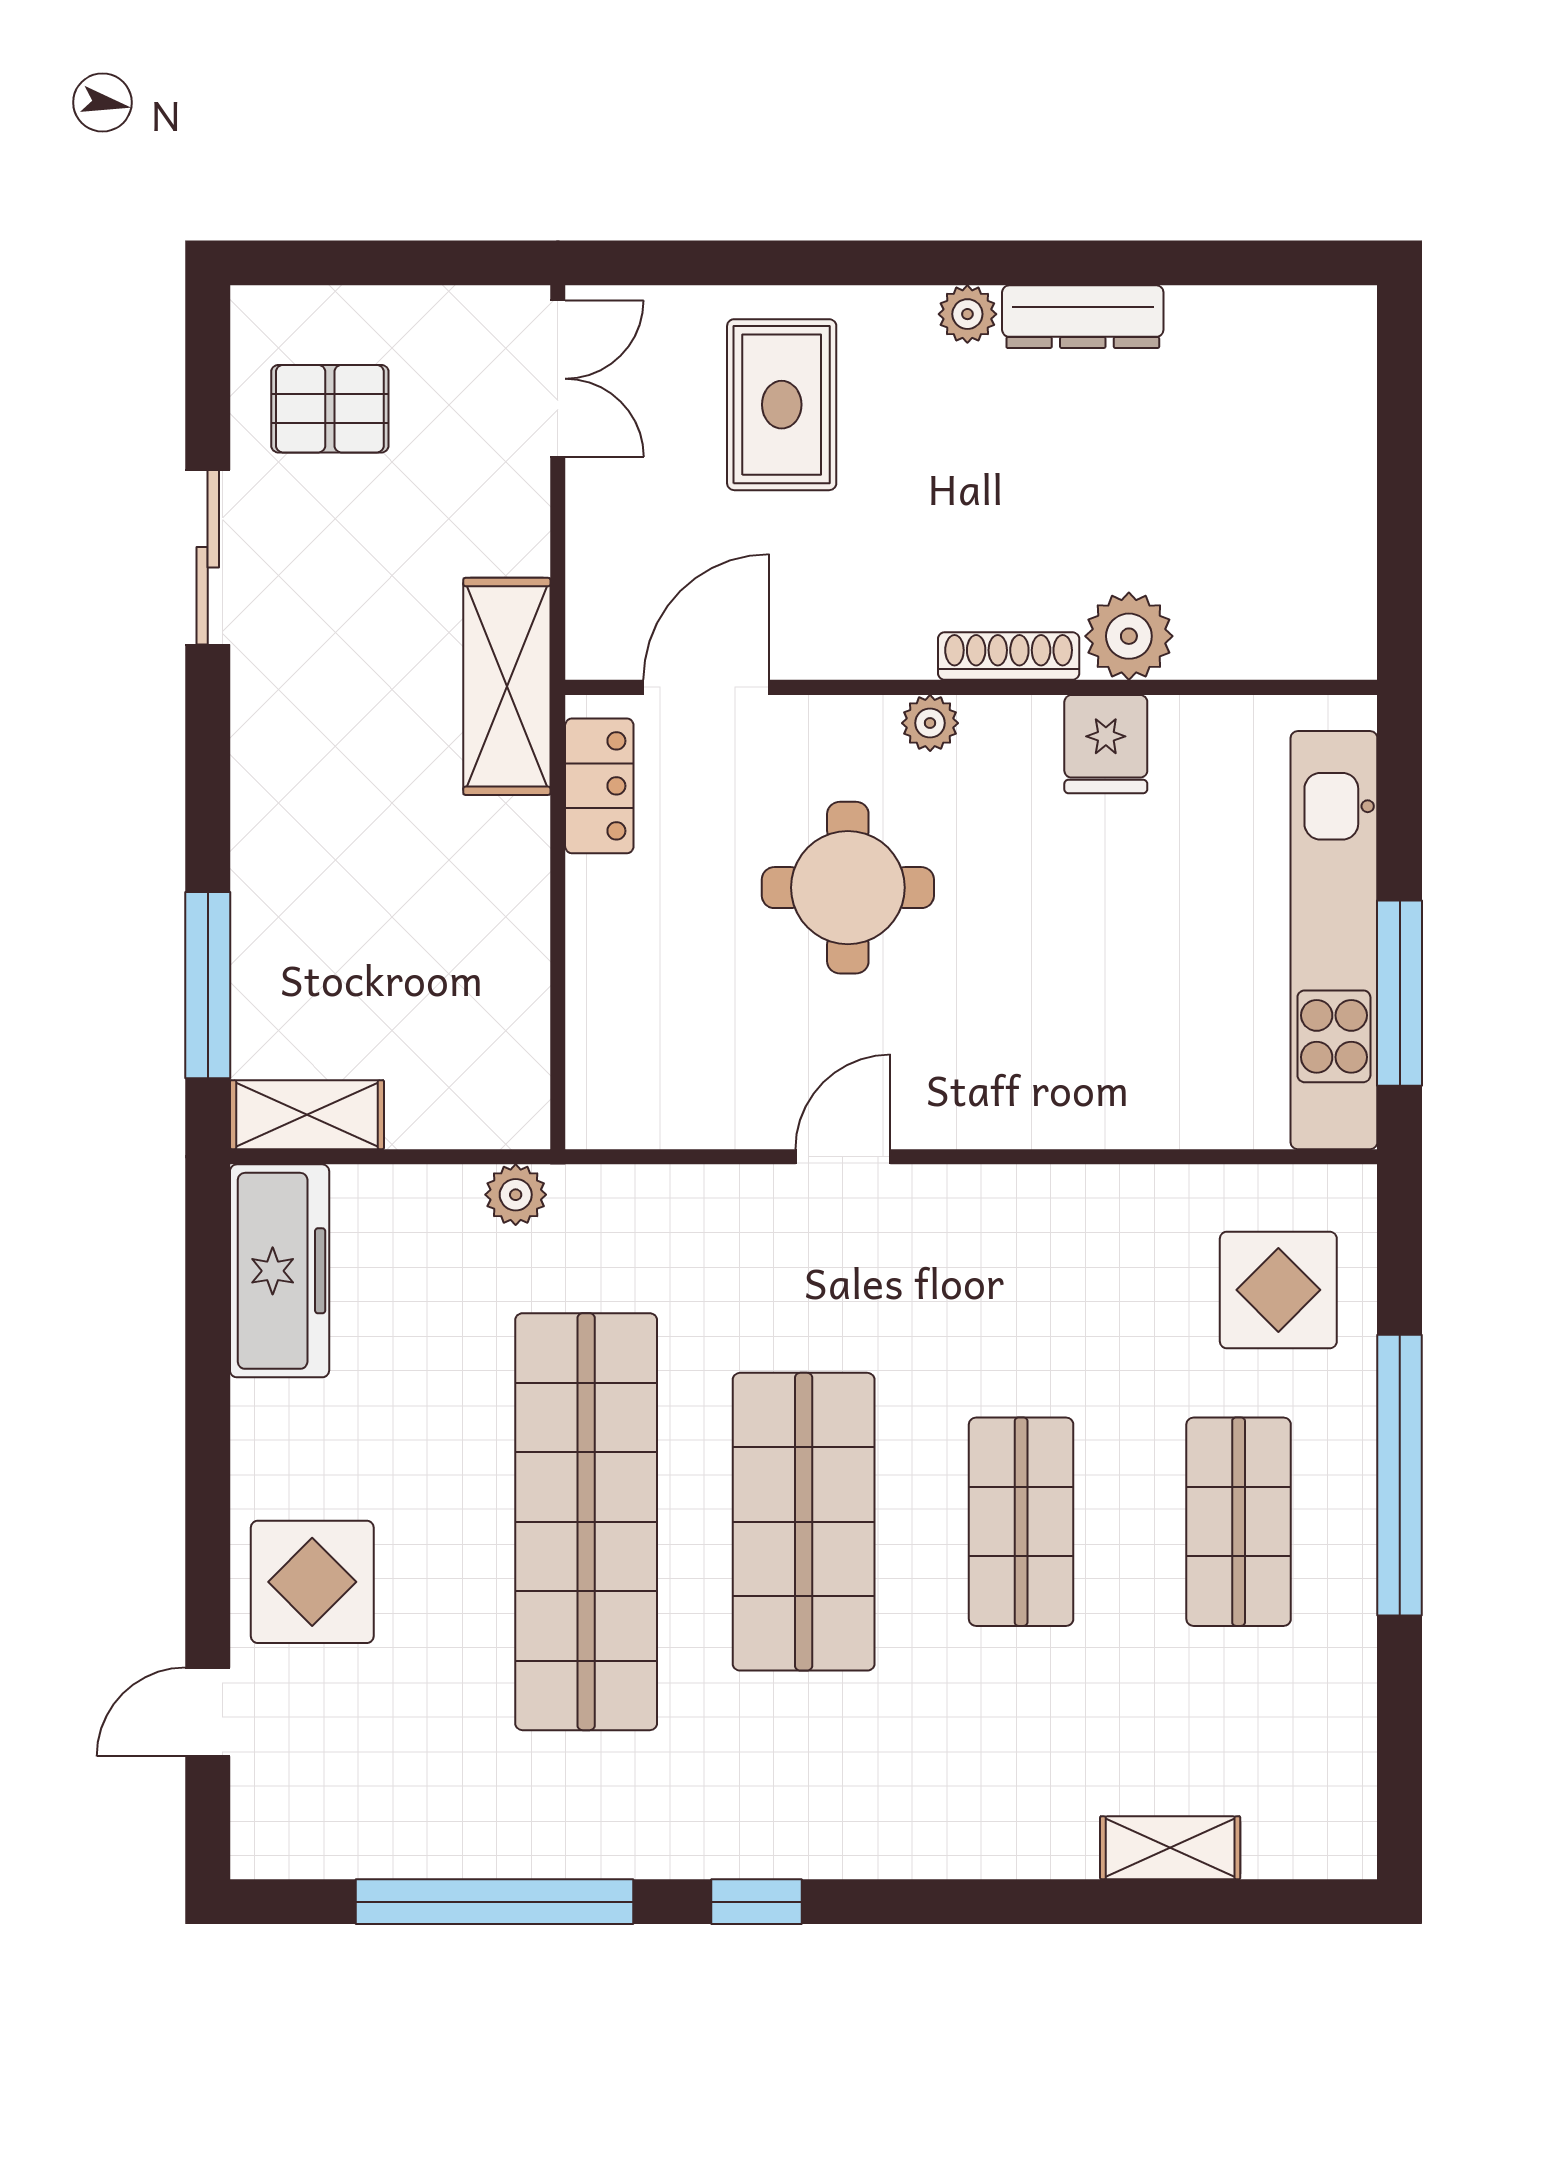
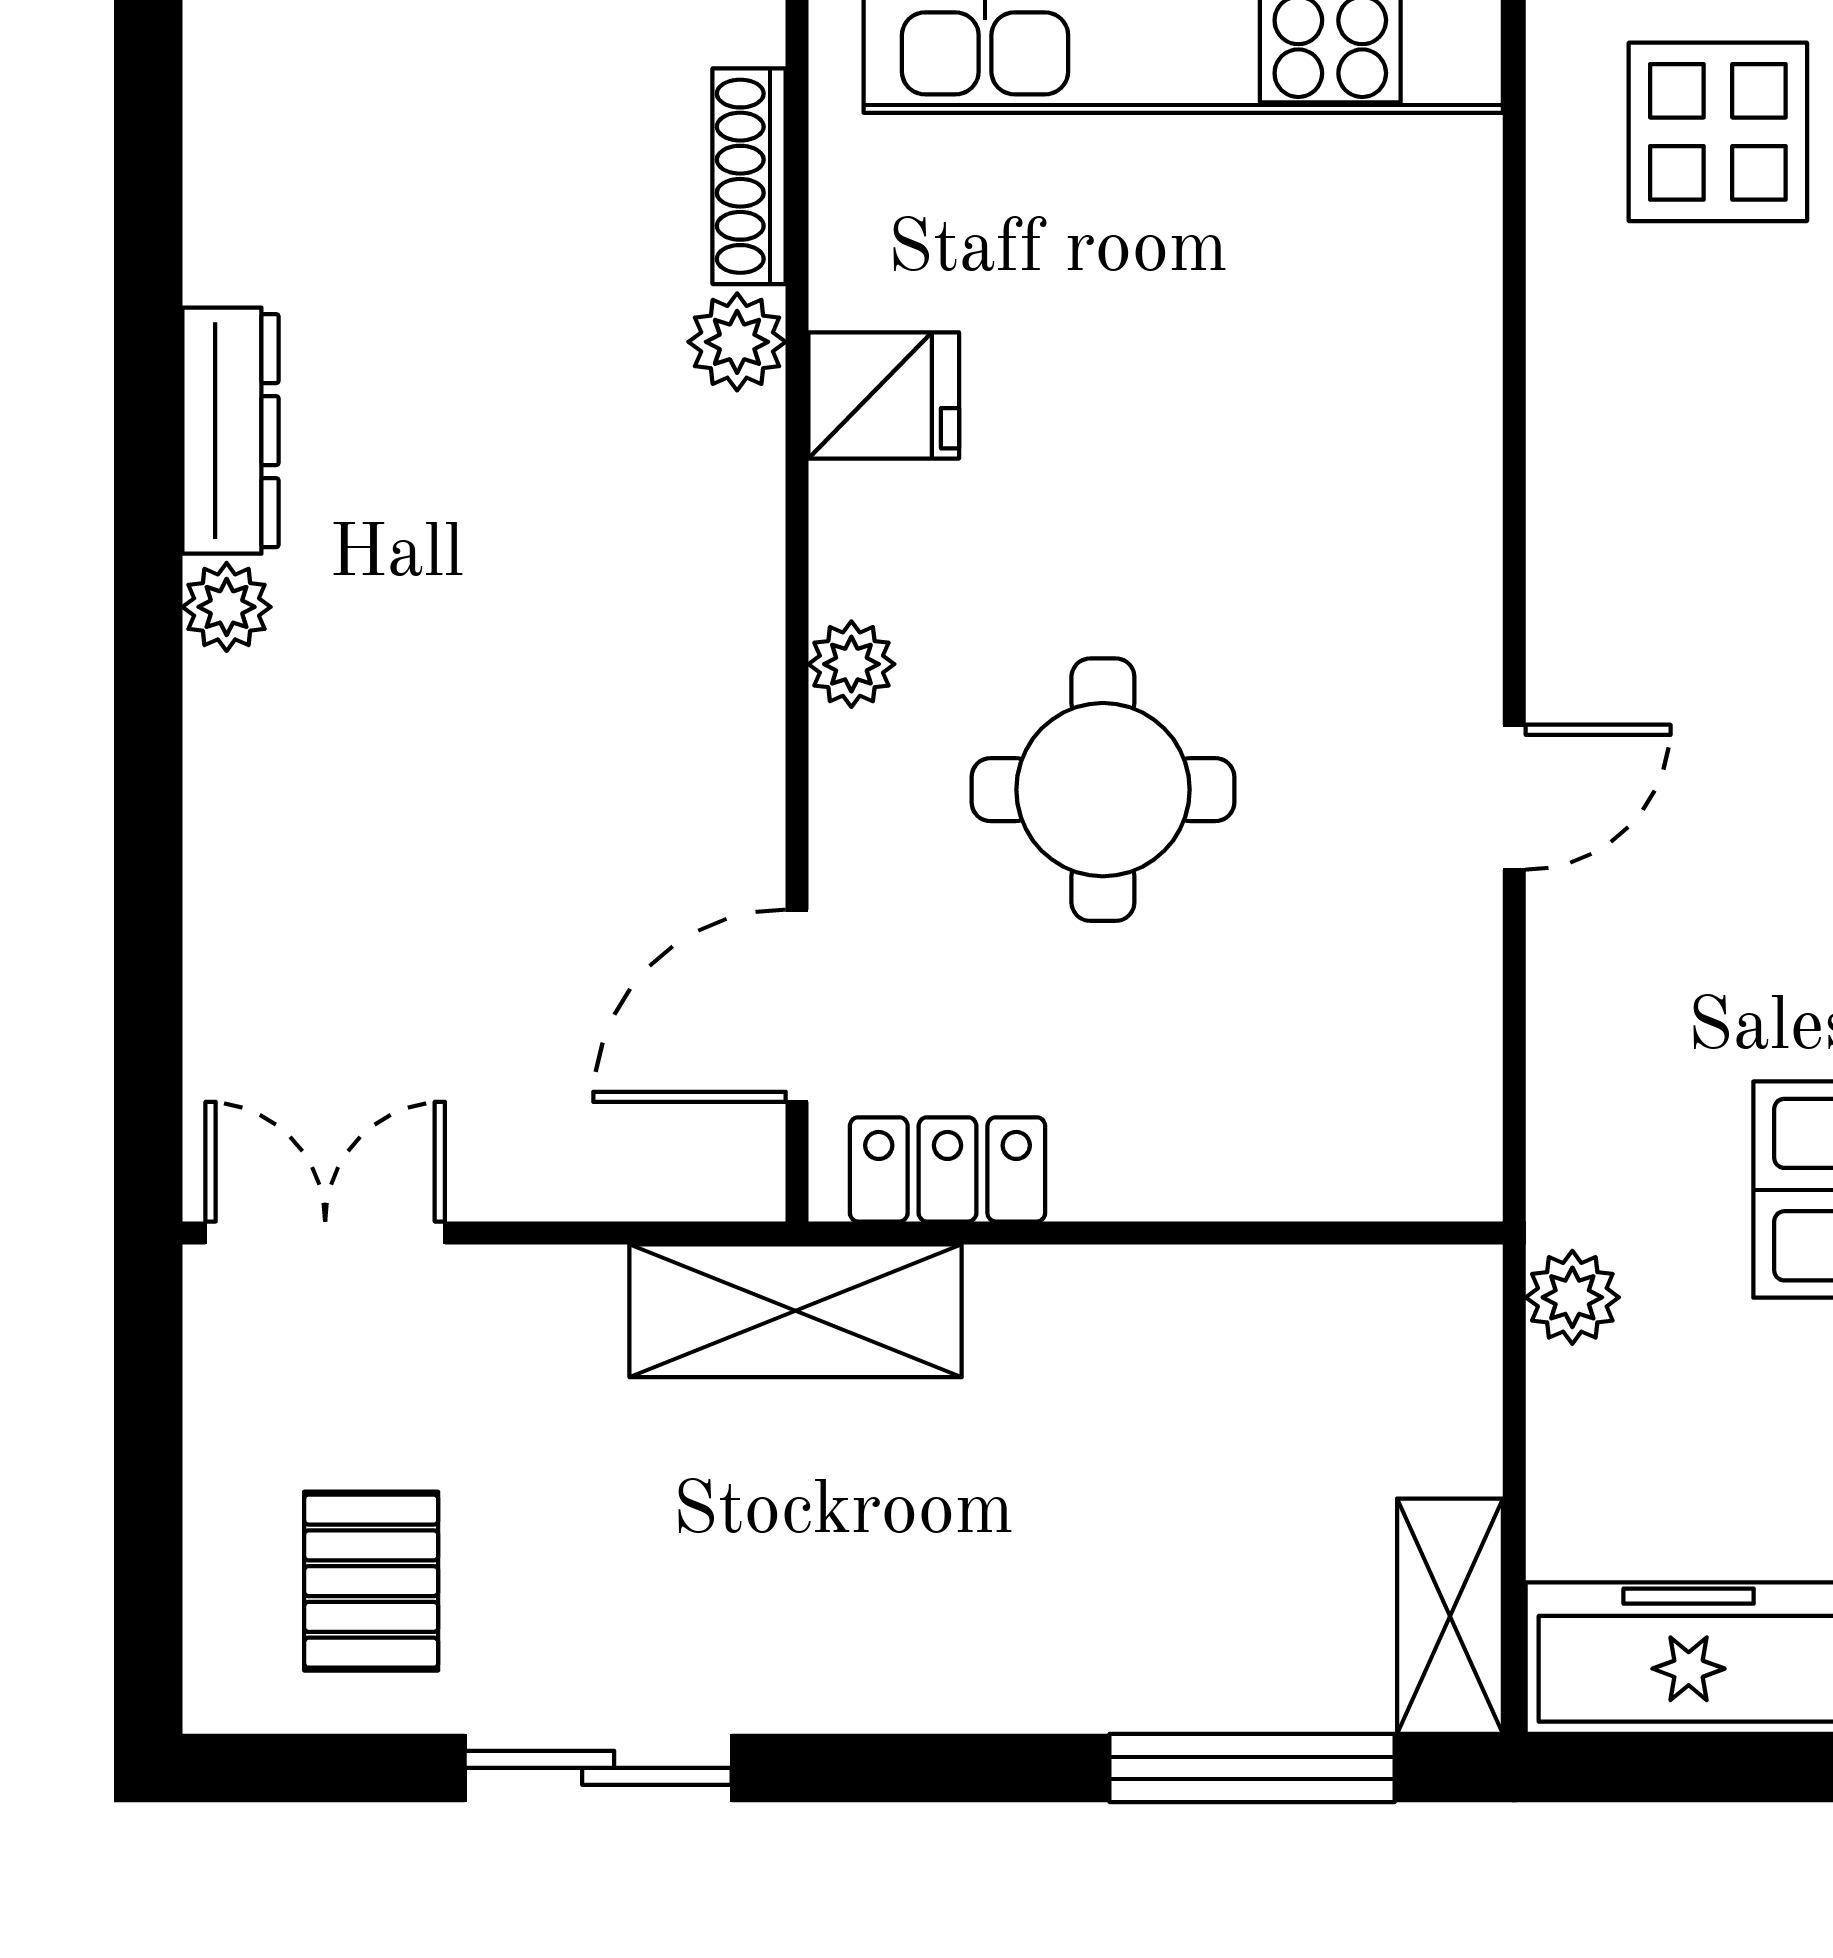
rug: (782, 405) -> (365, 891), removed
plant: (1129, 636) -> (737, 342), width x0.73, depth x0.73
shoe rack: (1009, 656) -> (749, 176), moved
door: (706, 687) -> (797, 1006), hinge flipped
door: (843, 1157) -> (1514, 797), swing flipped

